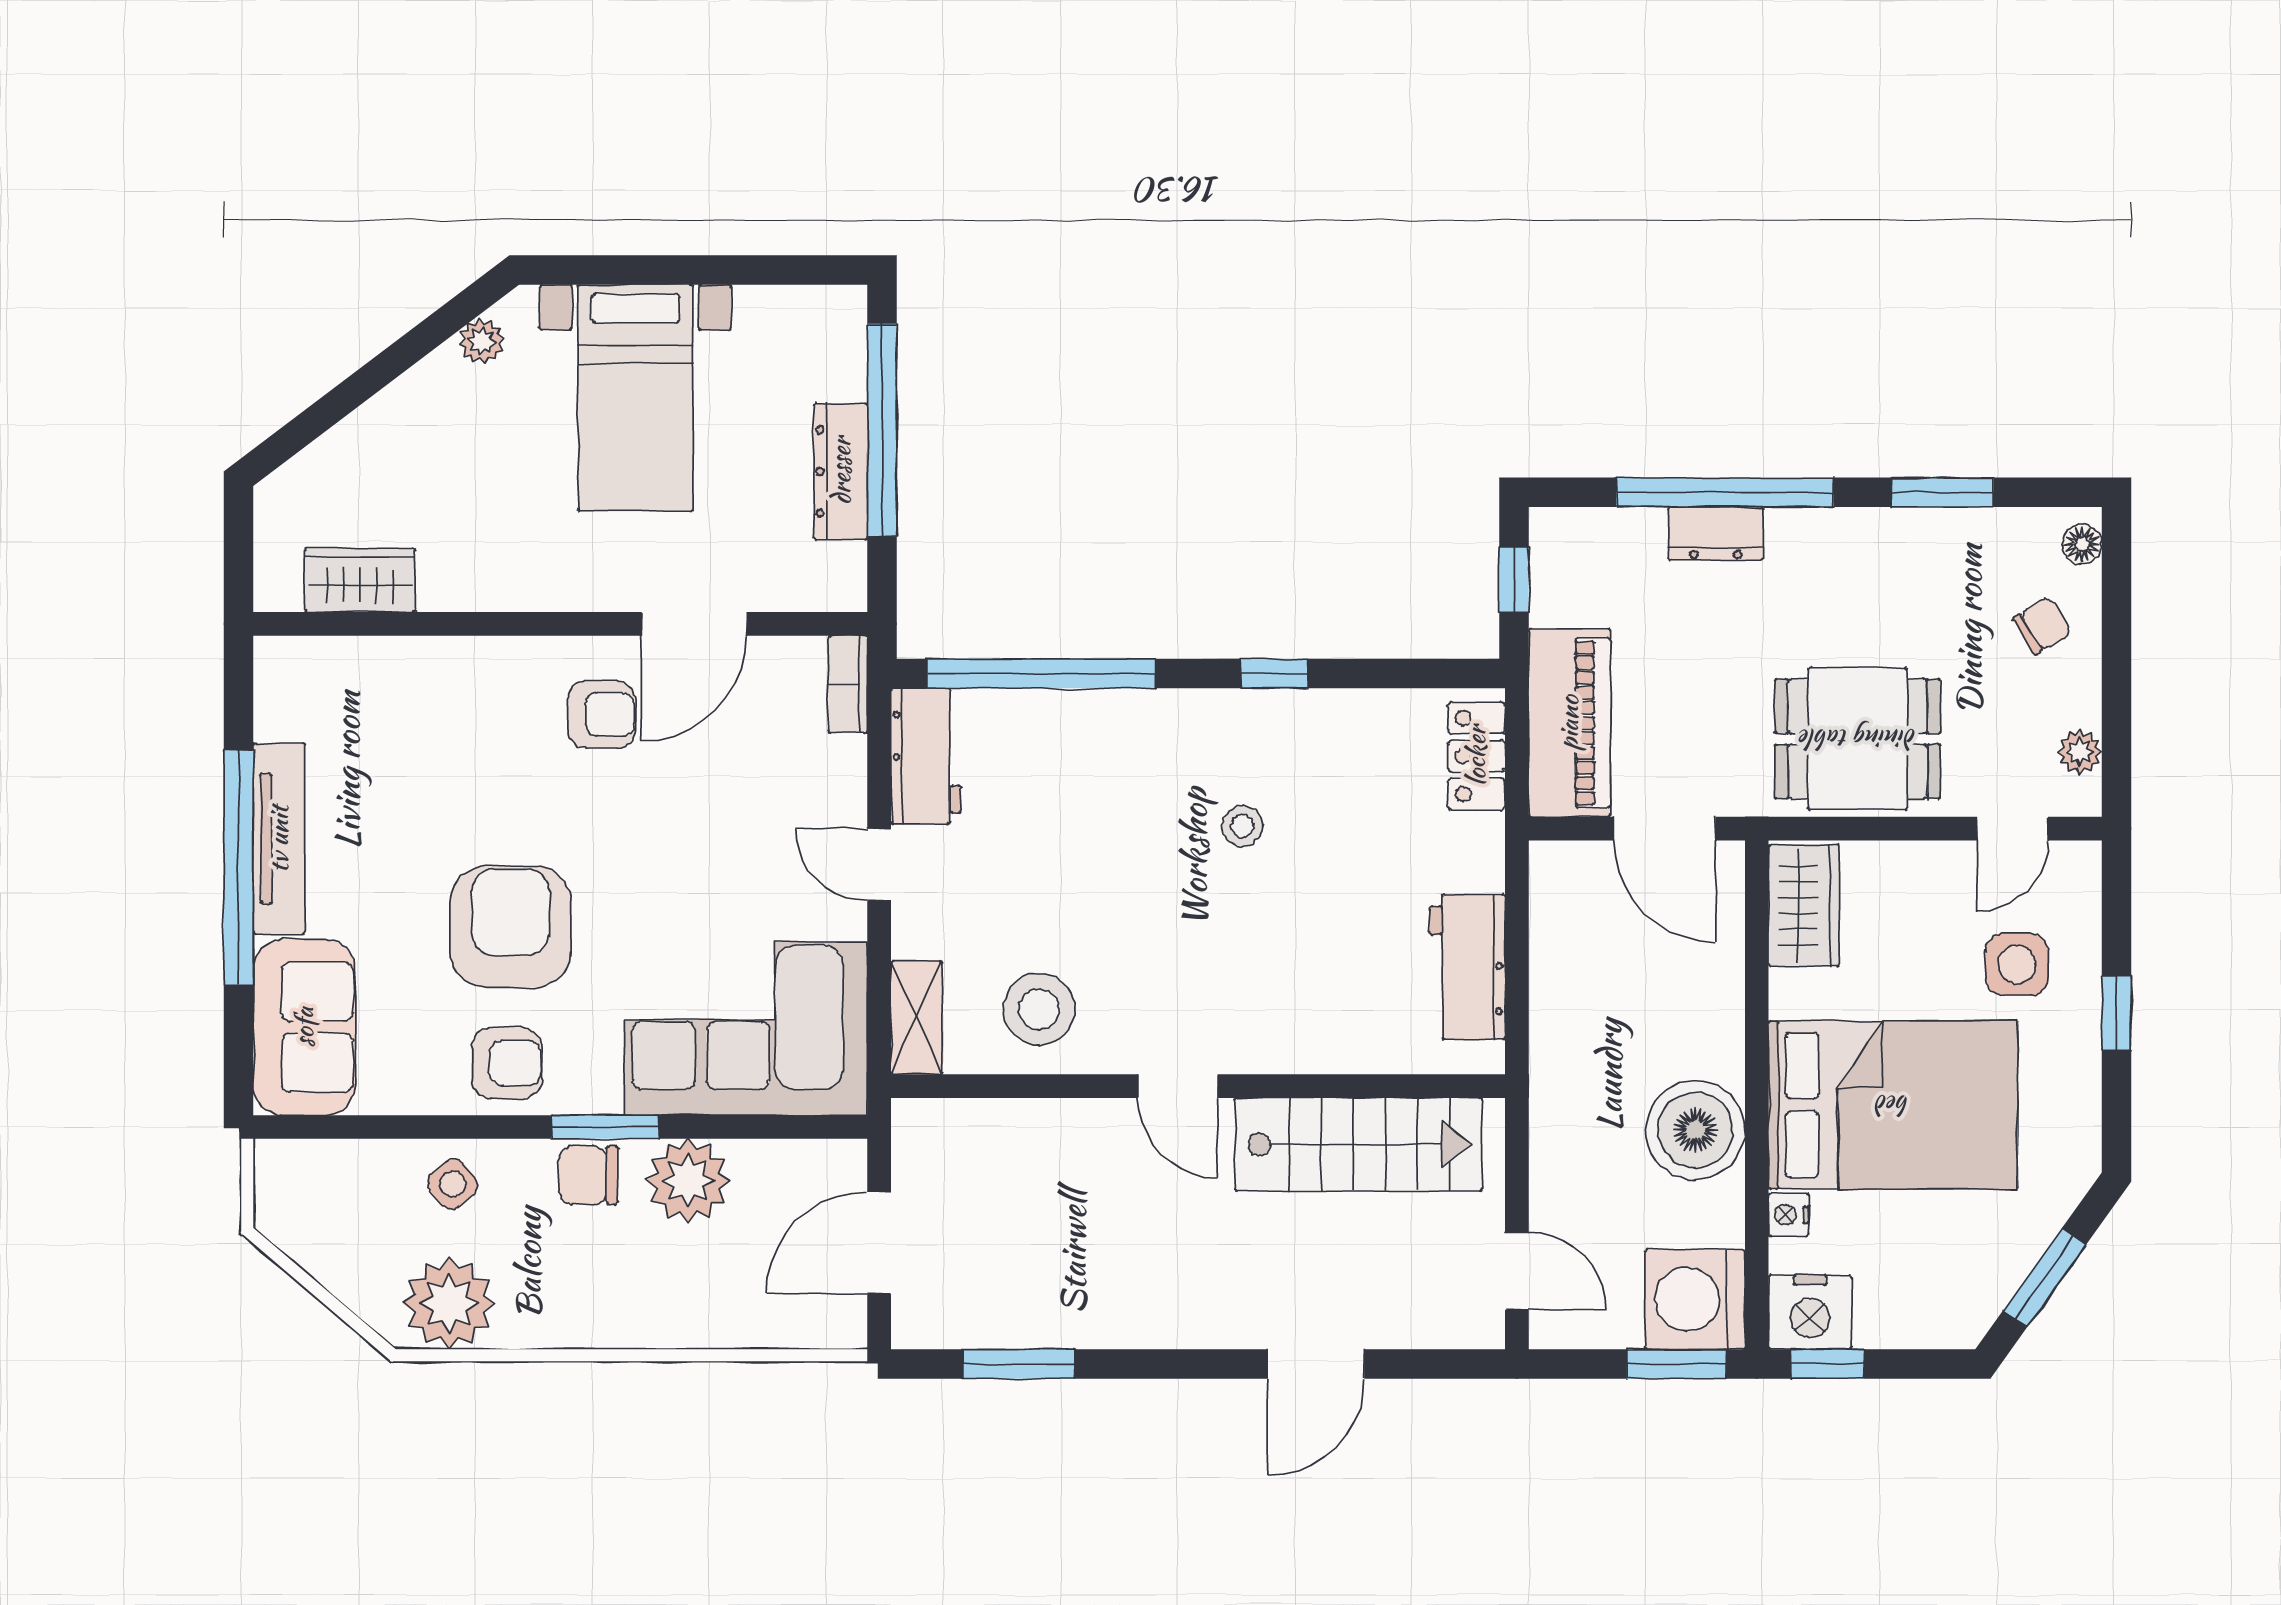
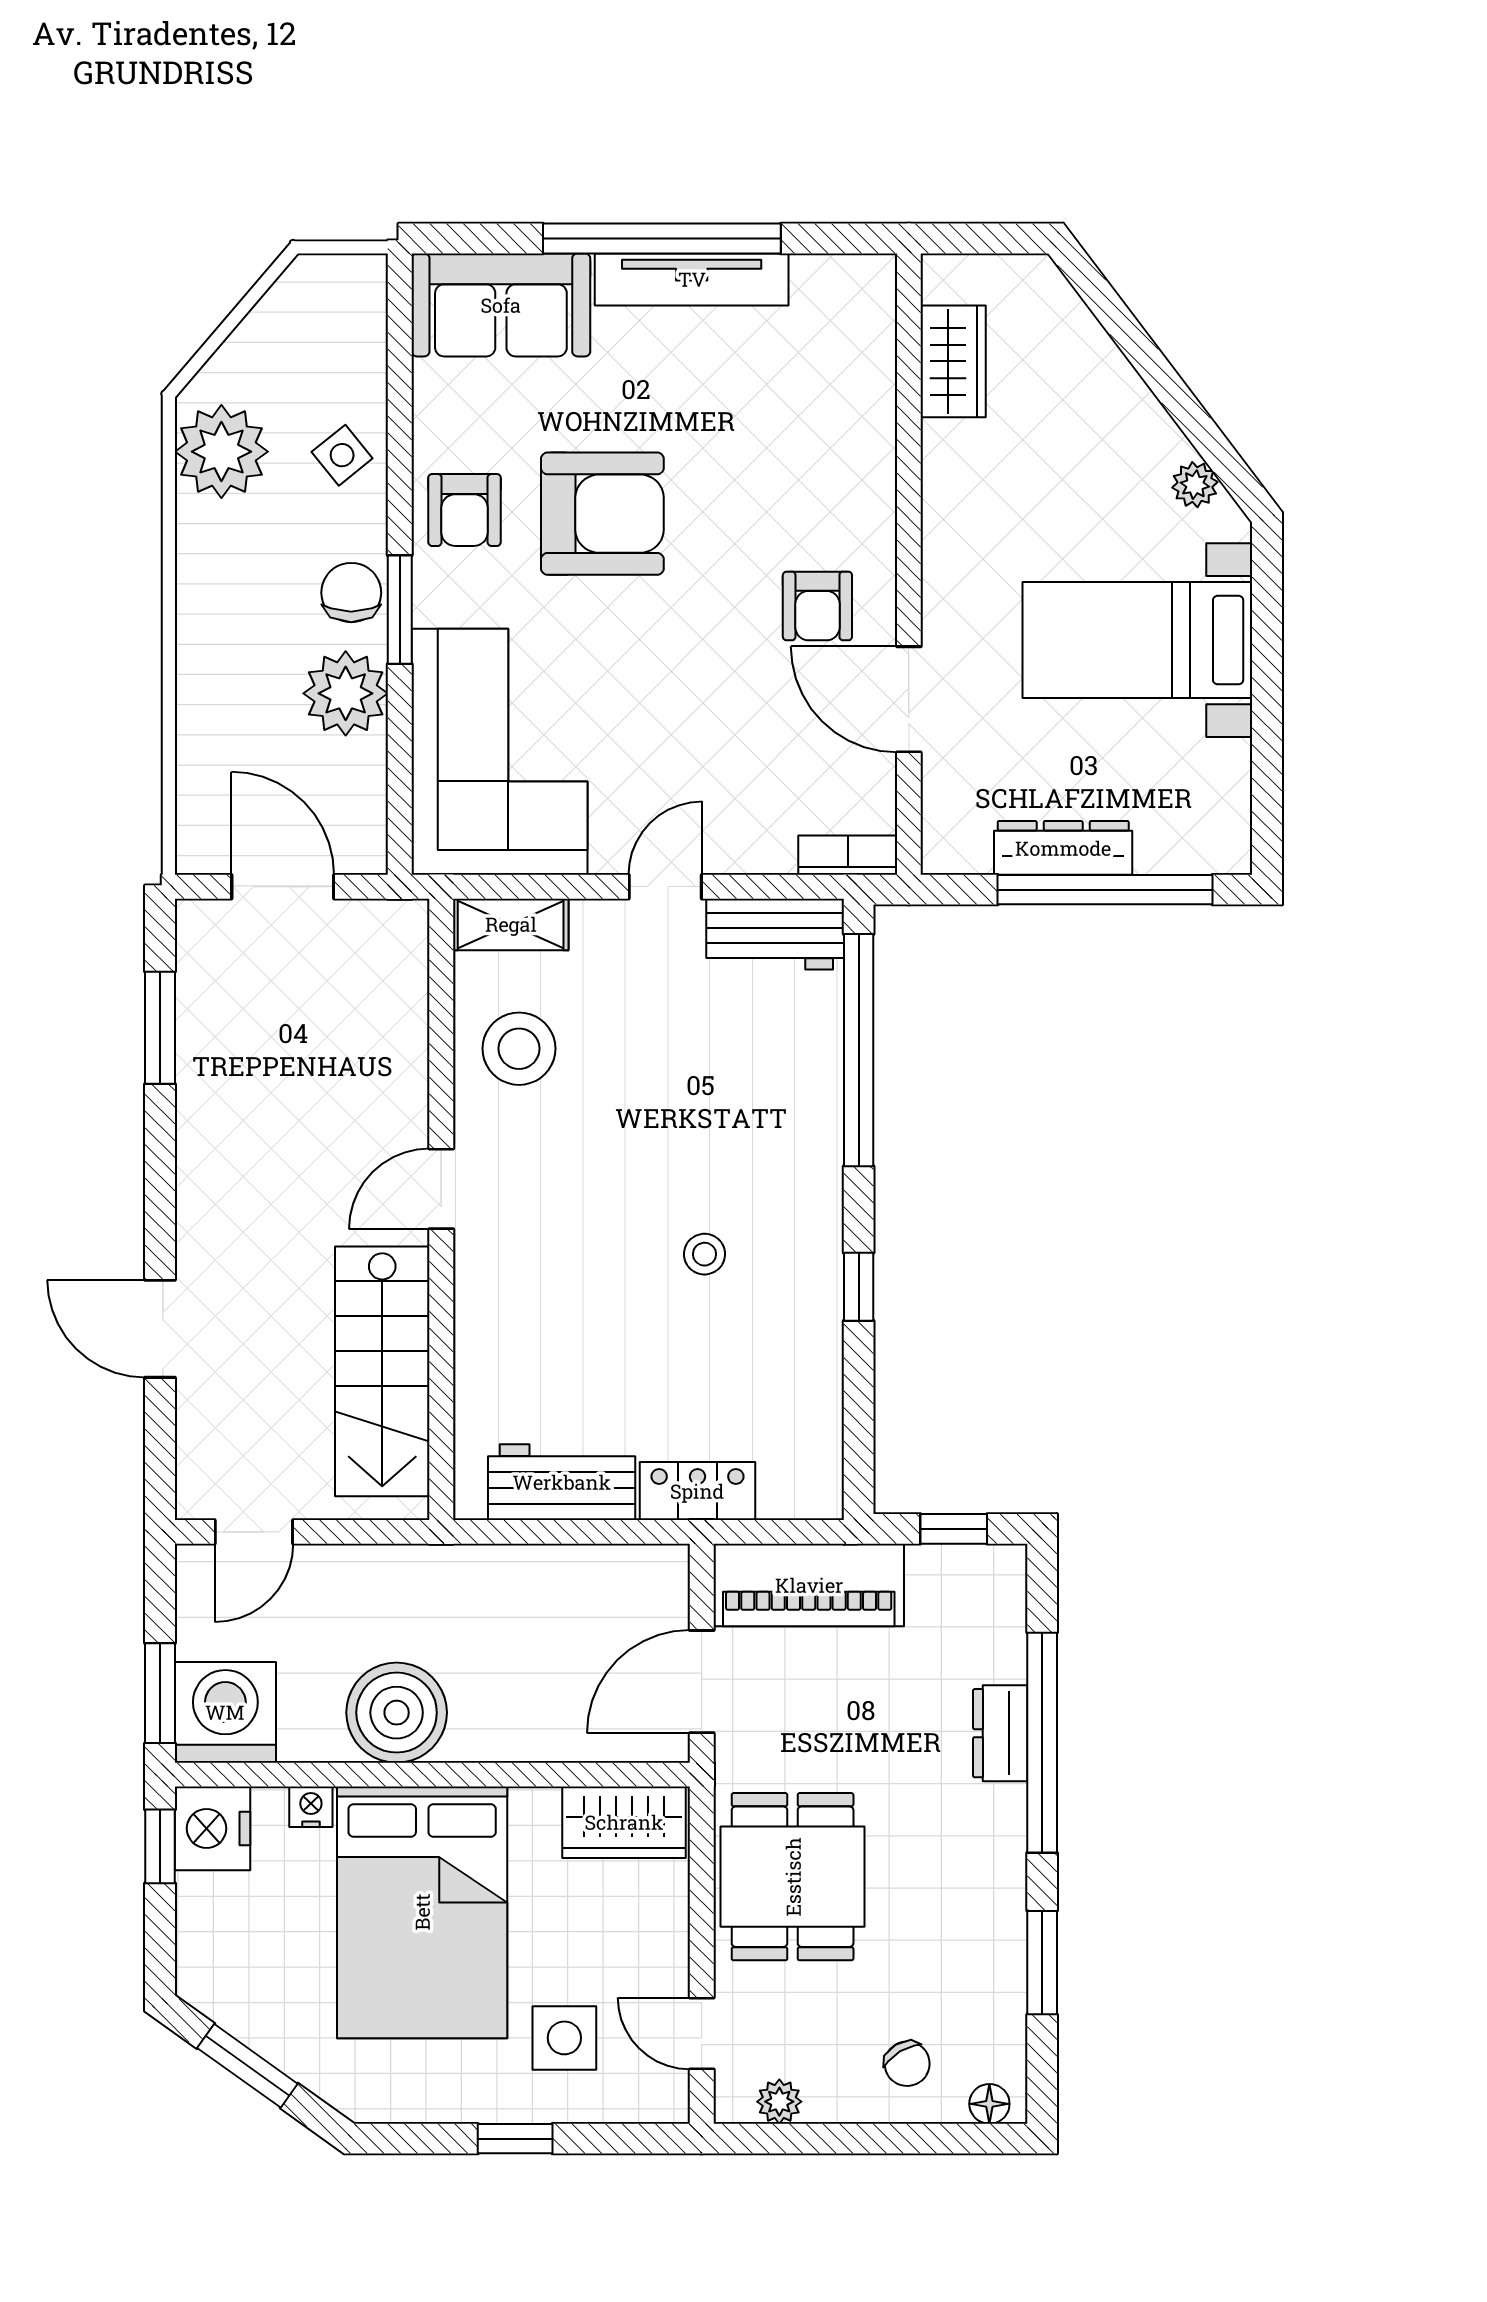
locker: (1476, 756) -> (697, 1491), moved

